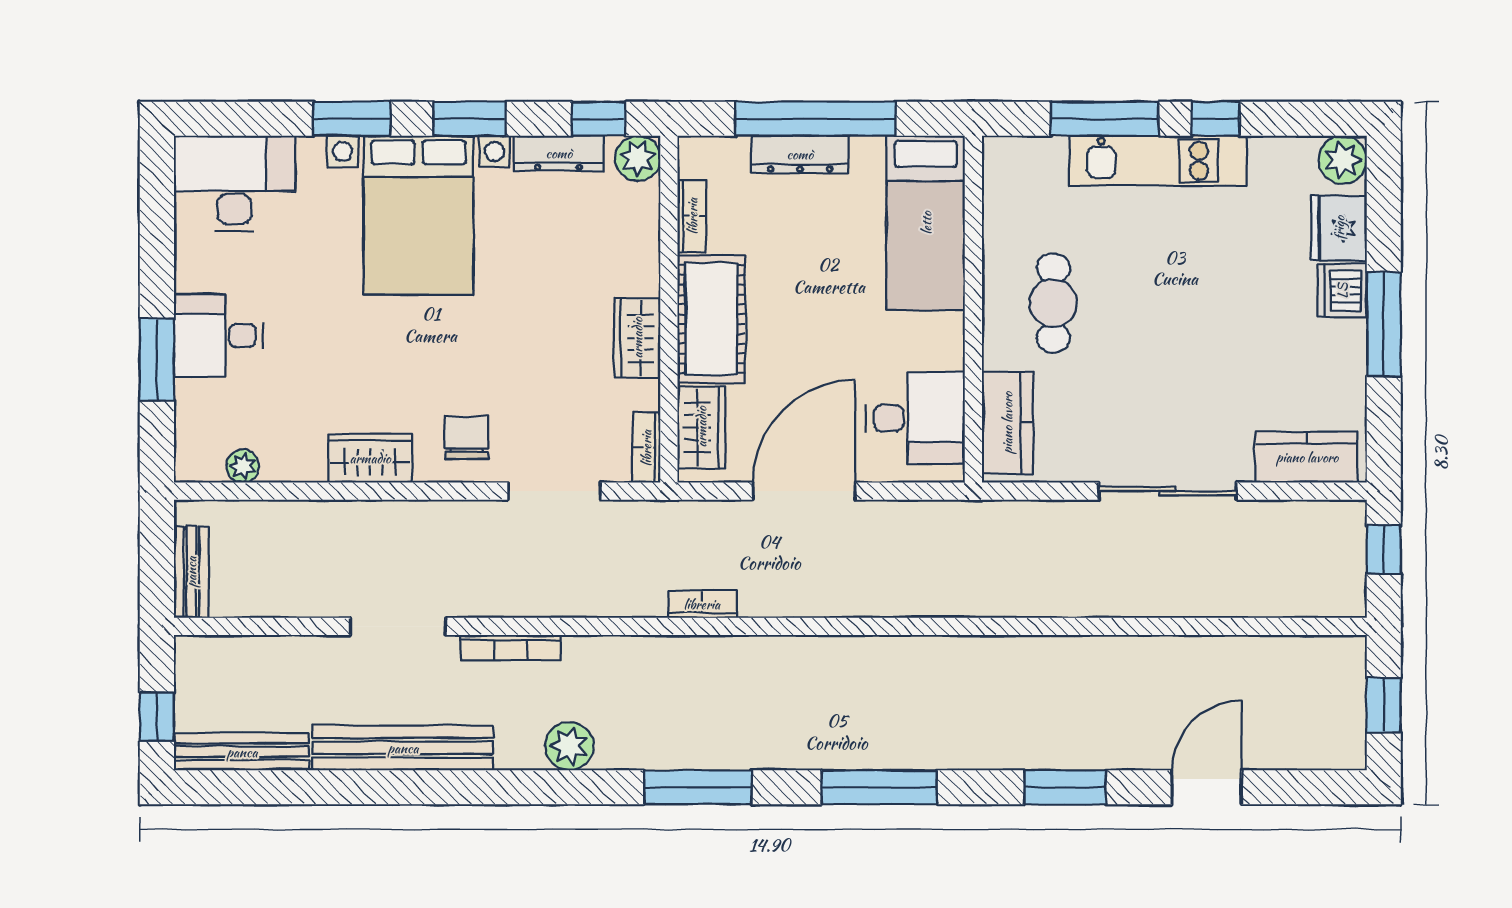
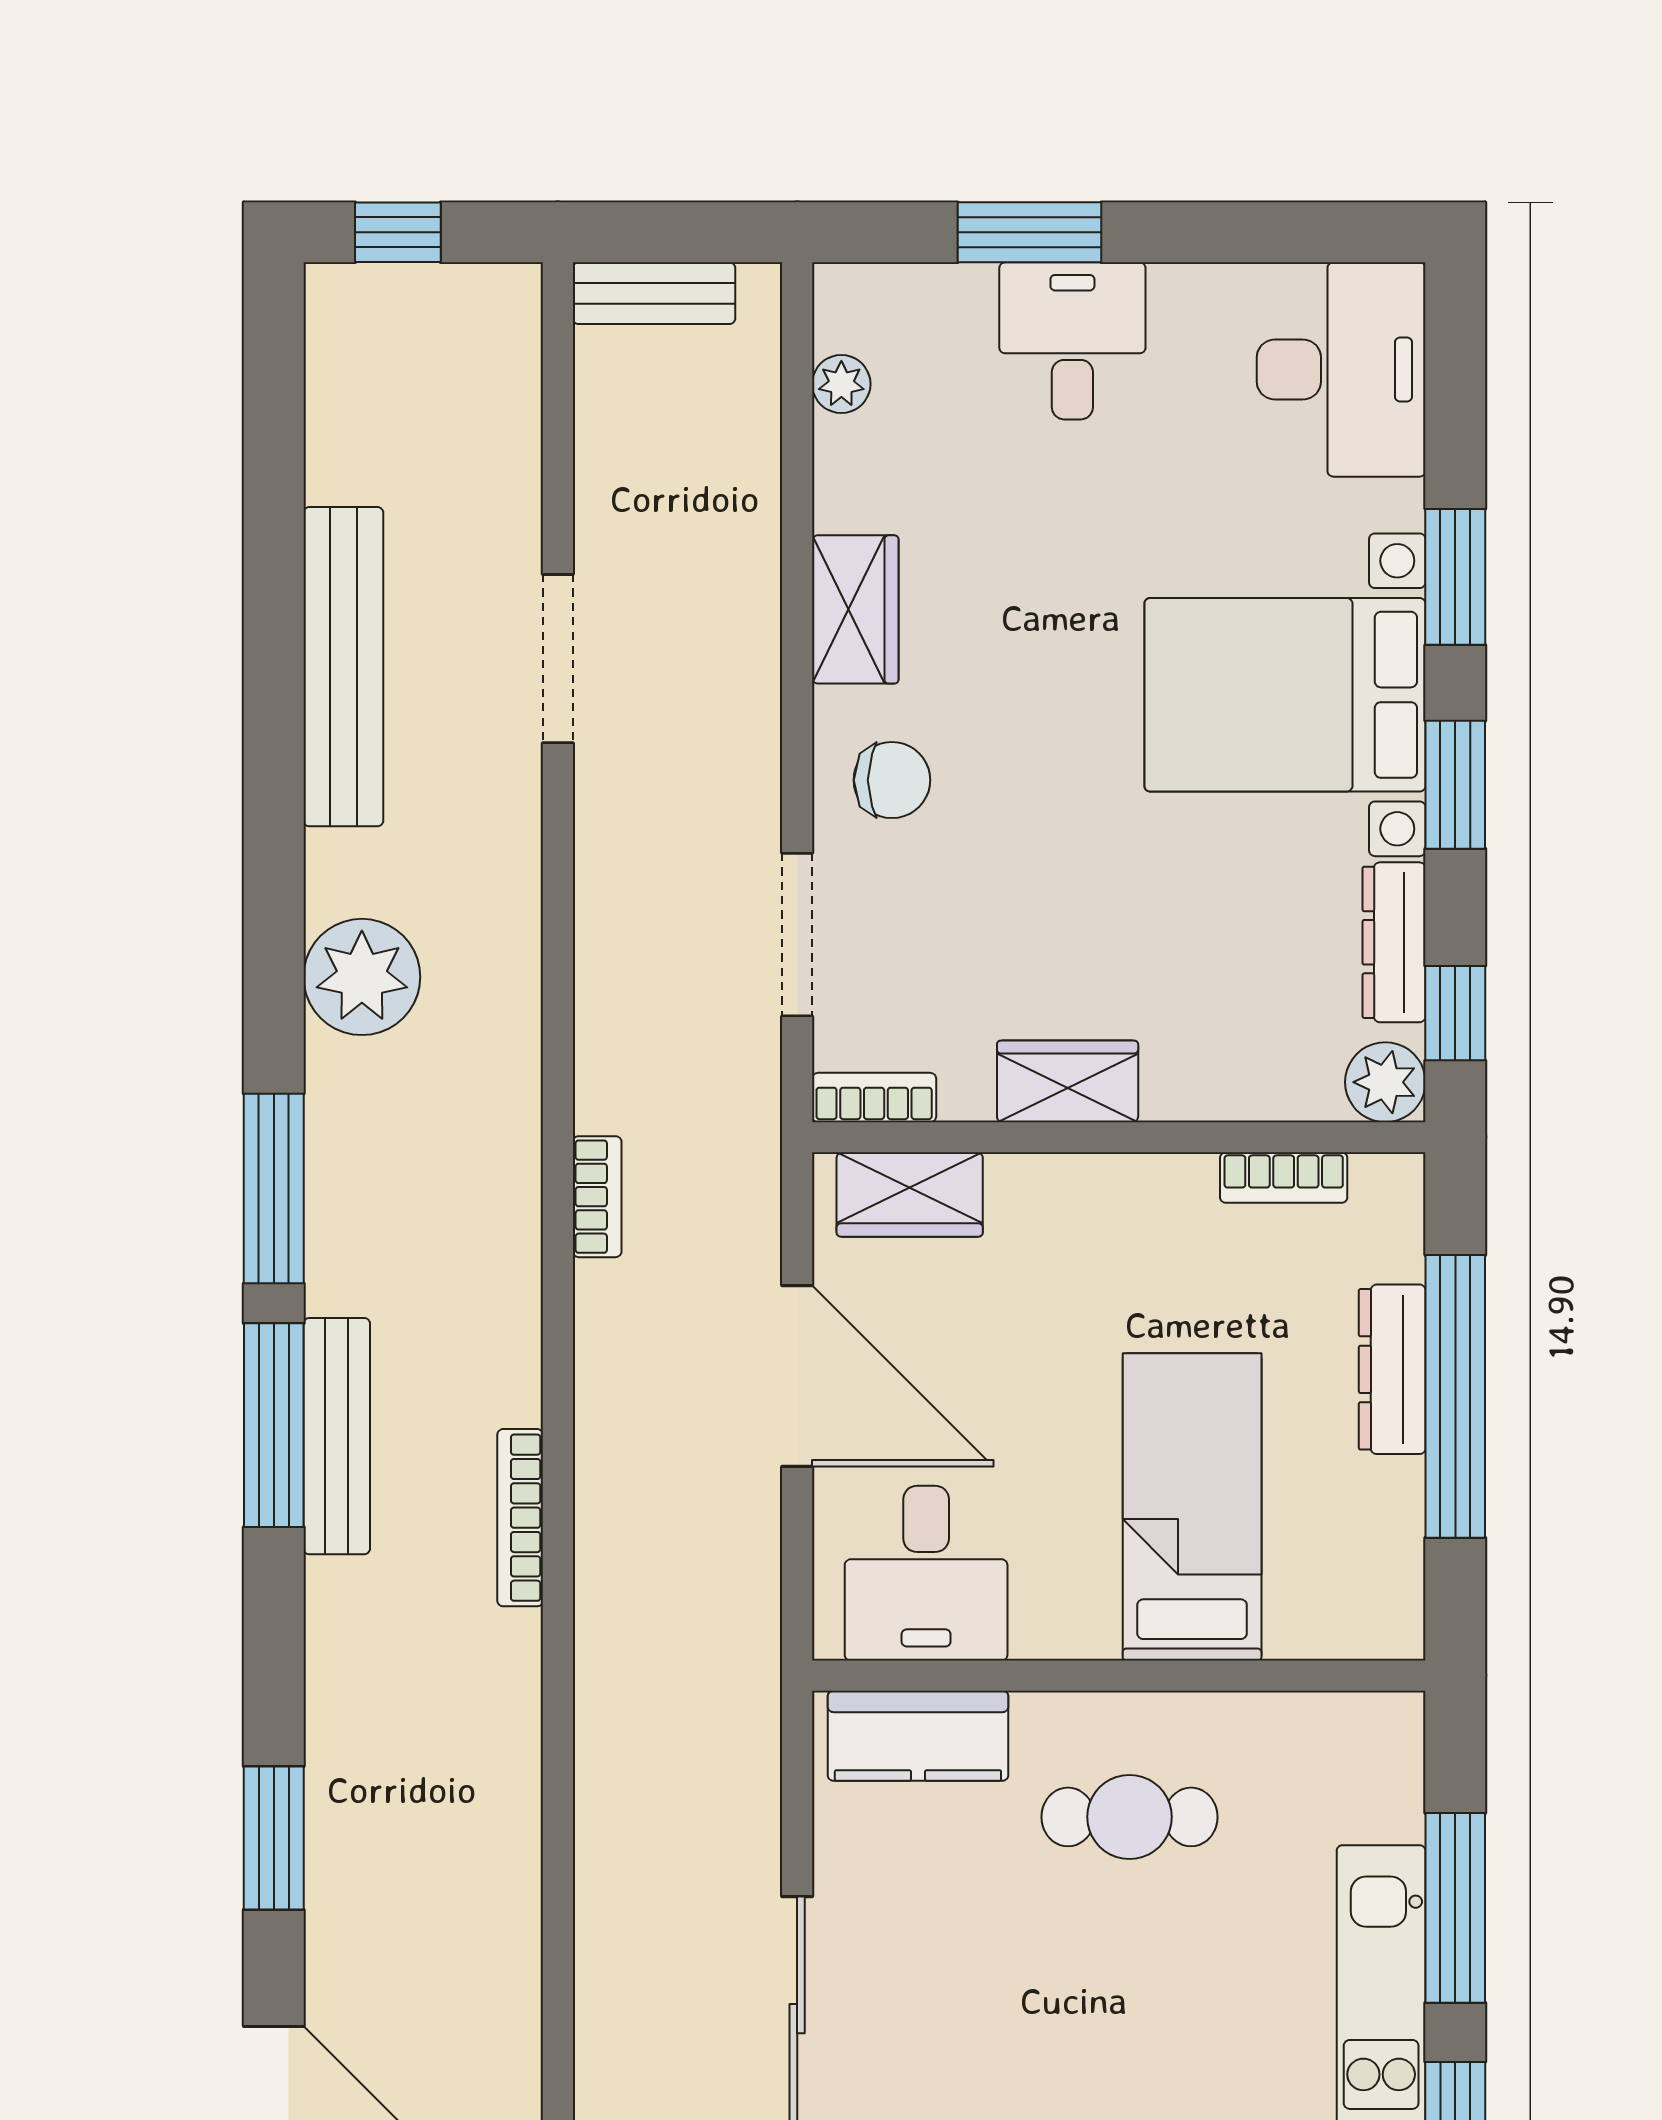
bed: (926, 223) -> (1192, 1507), moved, turned 90
cot: (711, 319) -> (1101, 1212), removed
bookcase: (511, 648) -> (520, 1518), moved
plant: (569, 746) -> (362, 977), width x1.36, depth x1.36
bench: (242, 752) -> (337, 1436), moved
window: (879, 787) -> (274, 1425), moved

